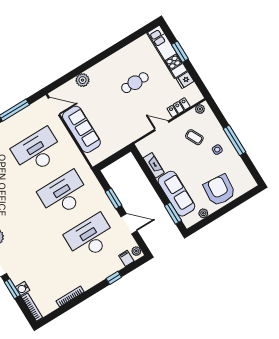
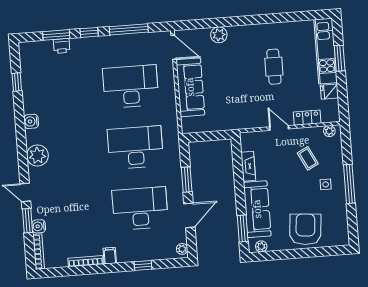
cafe table: (135, 83) -> (274, 67), turned 90
plant: (203, 213) -> (261, 246), moved
door: (129, 224) -> (189, 215), hinge flipped
filing cabinet: (126, 258) -> (110, 256), moved

